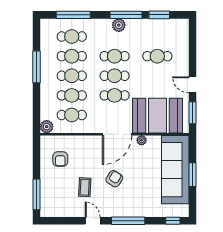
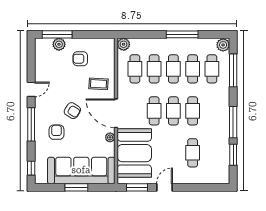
plant: (119, 25) -> (223, 45), moved
armchair: (60, 159) -> (80, 59), moved
coffee table: (85, 187) -> (98, 84), moved
plant: (47, 192) -> (59, 44), added
armchair: (136, 195) -> (57, 132), added

